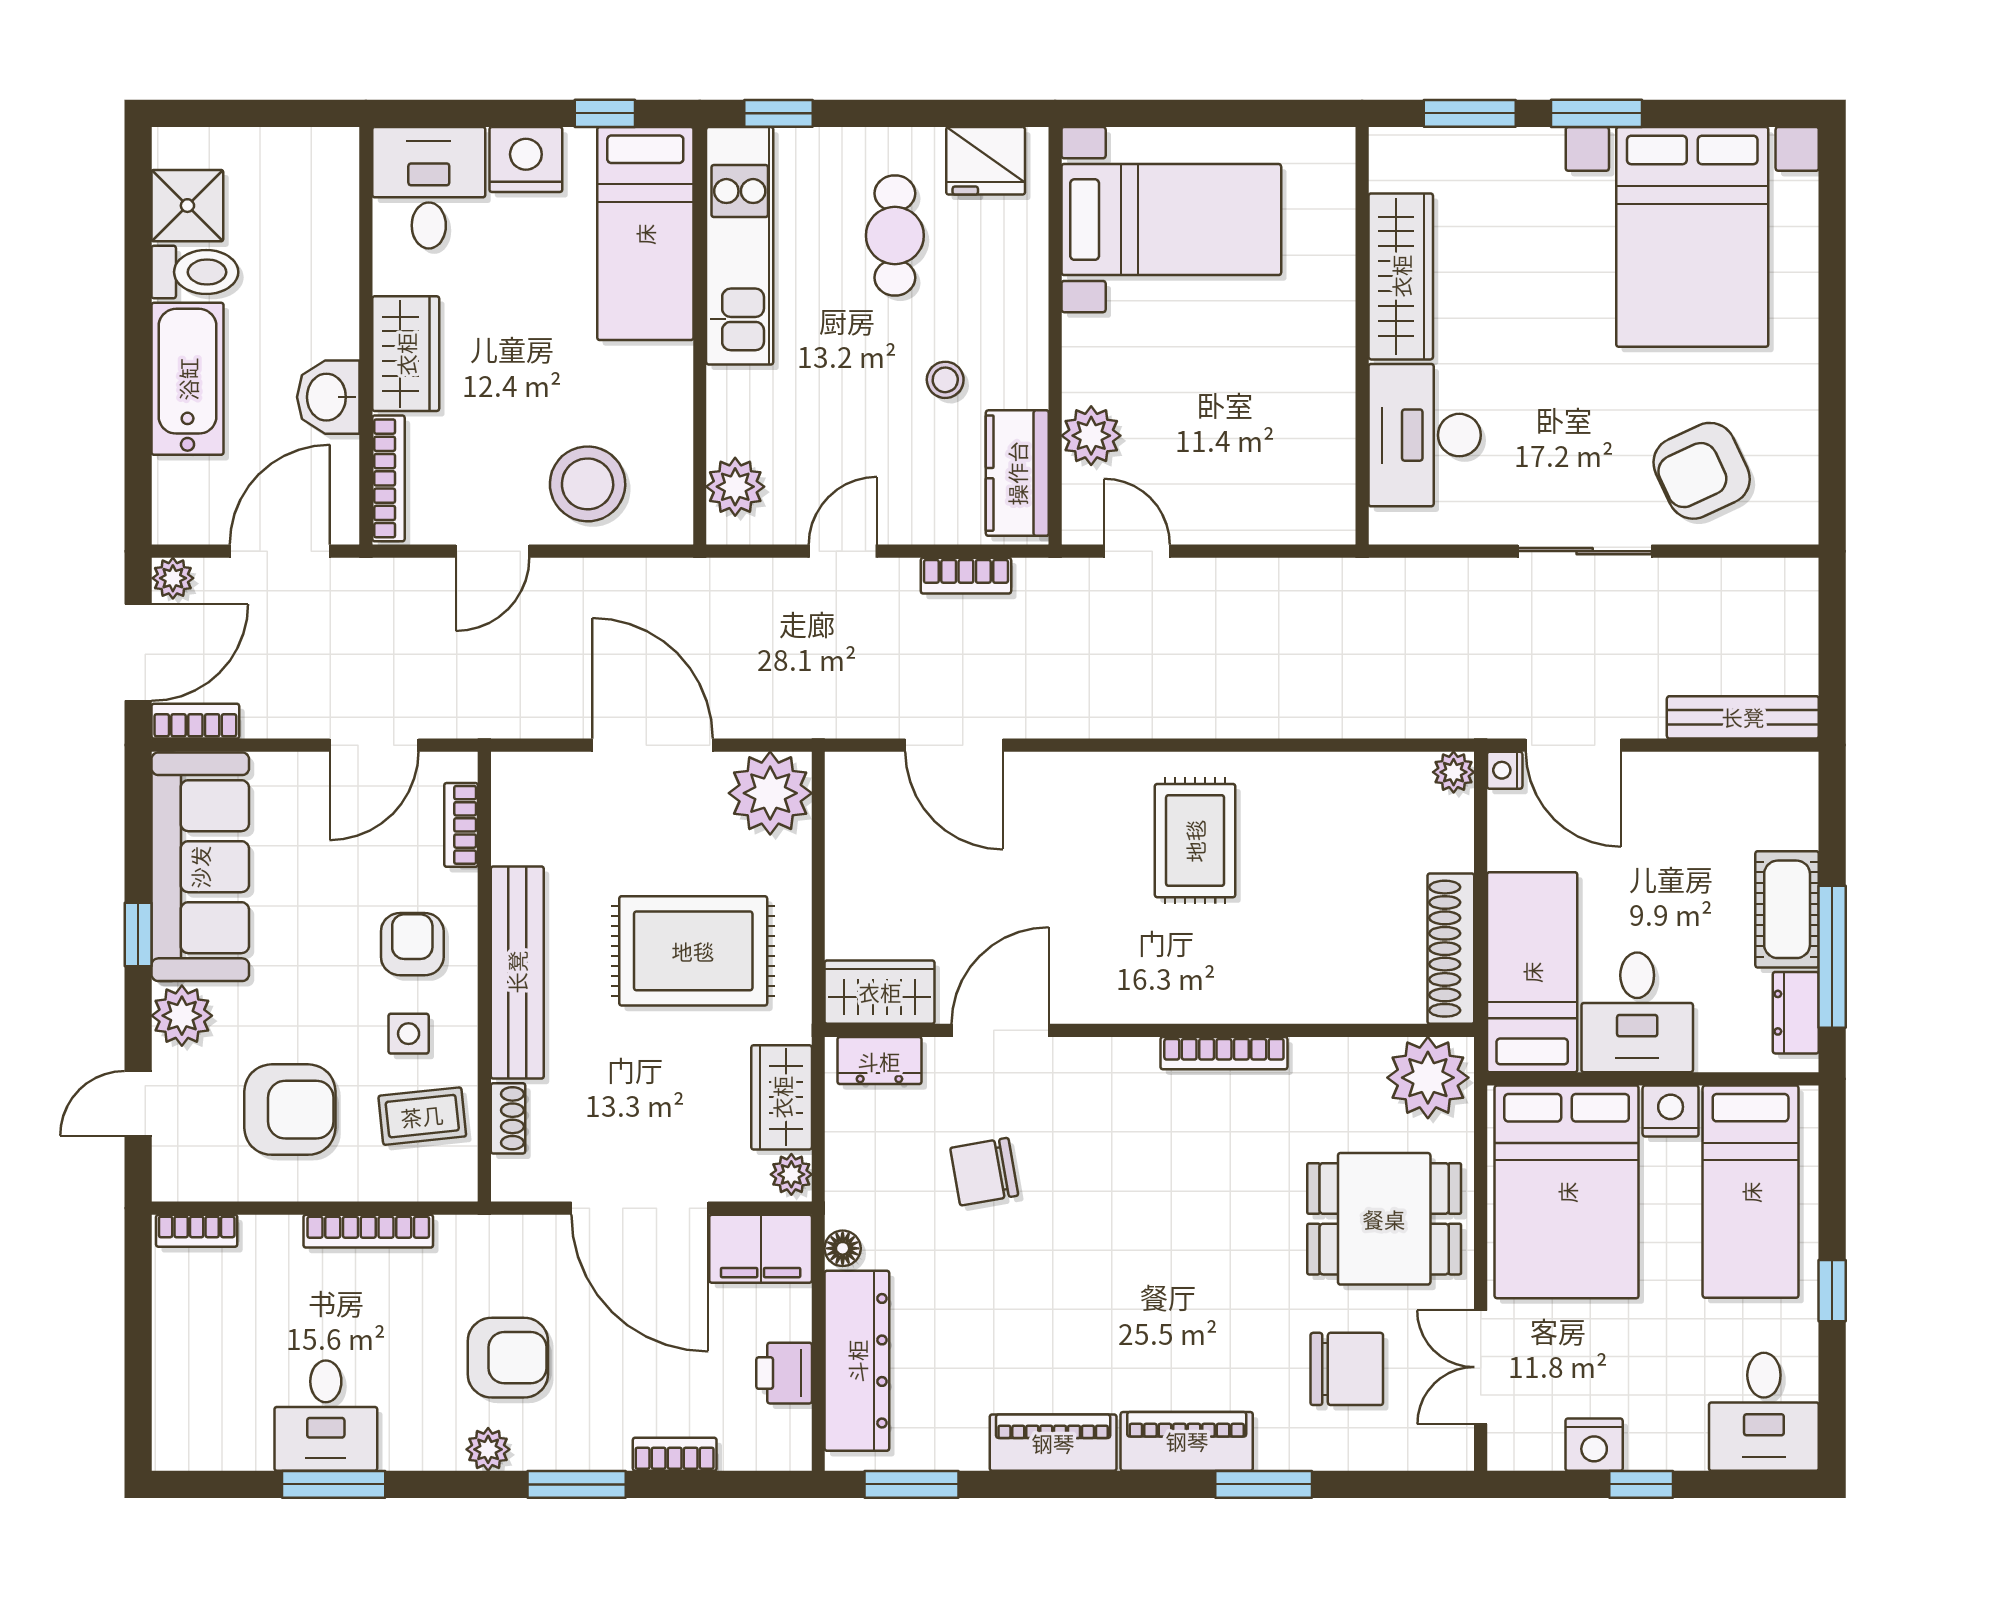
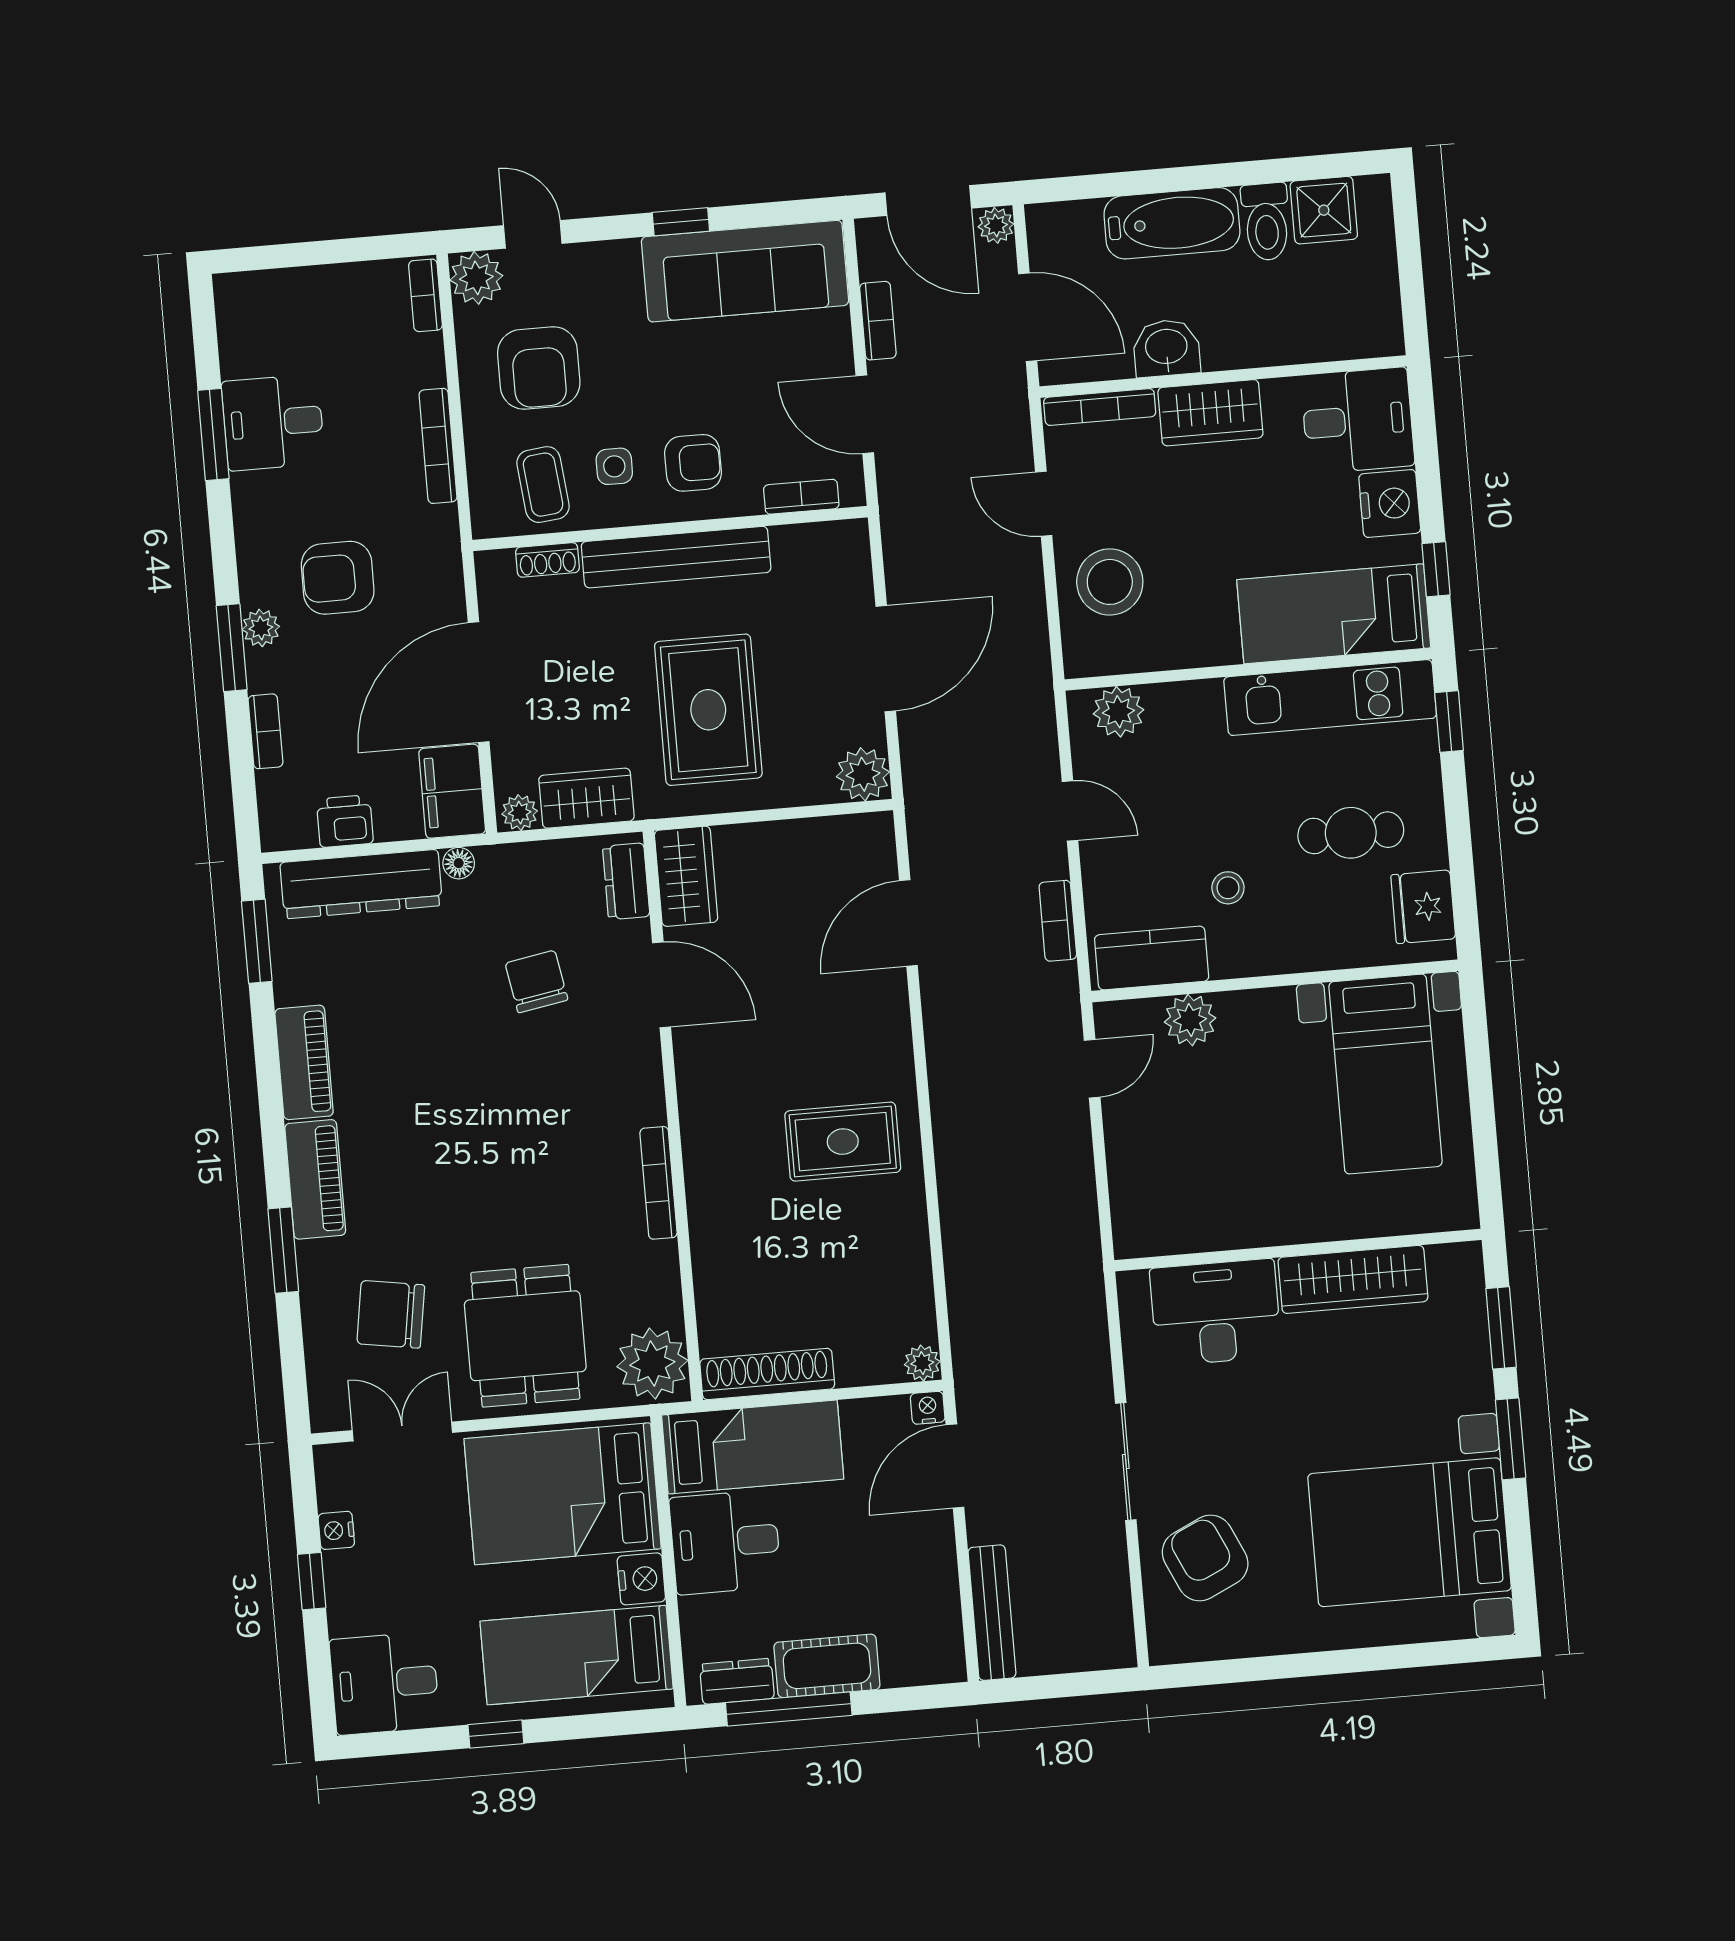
bookcase: (195, 721) -> (878, 321), moved
plant: (770, 793) -> (863, 774), width x0.73, depth x0.73
plant: (182, 1016) -> (476, 278), moved
armchair: (508, 1358) -> (338, 578), turned 90
chair: (1347, 1369) -> (391, 1314), turned 99
nightstand: (1594, 1445) -> (336, 1530), width x0.72, depth x0.74
plant: (488, 1449) -> (261, 628), moved

